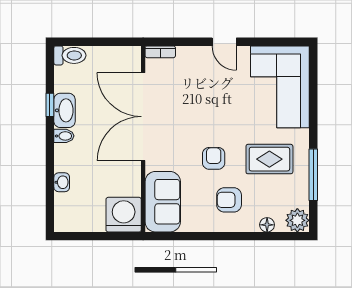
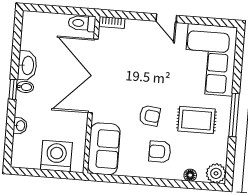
toilet: (70, 55) -> (82, 23), moved, turned 180
window: (50, 105) -> (13, 89), moved
armchair: (214, 158) -> (150, 116), turned 97
window: (313, 175) -> (234, 115), moved
washing machine: (124, 215) -> (56, 156), moved

